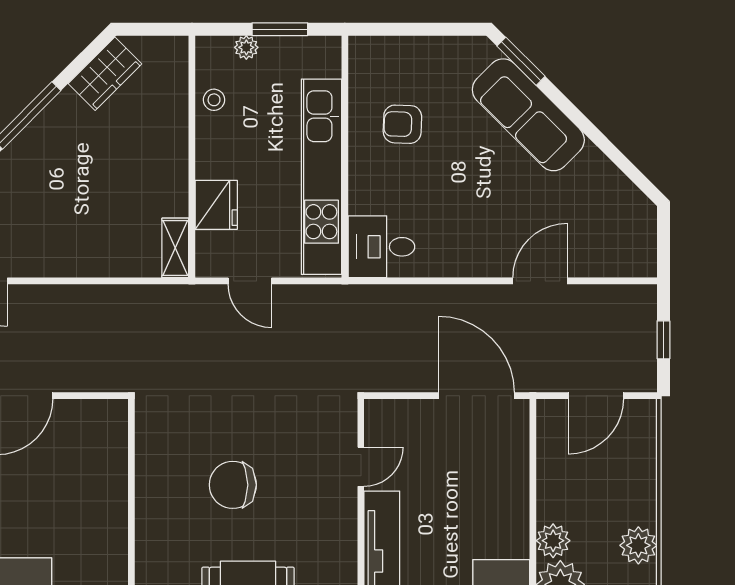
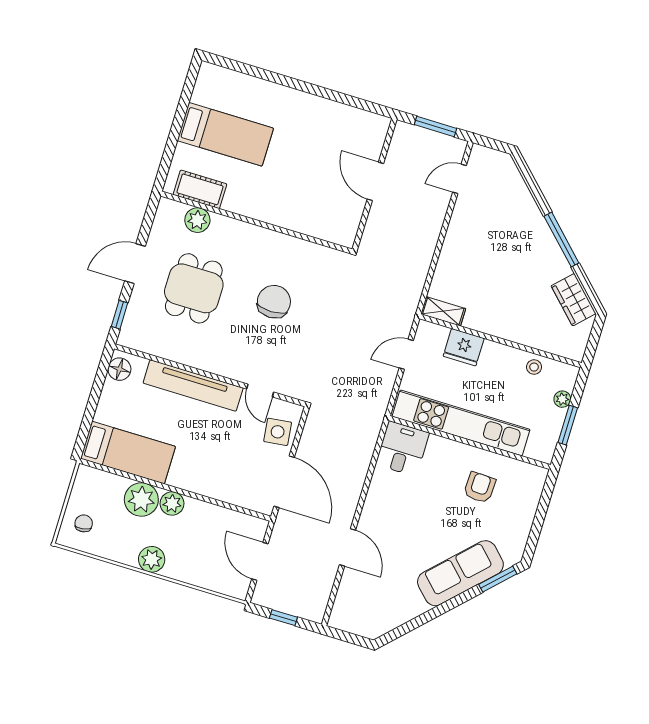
door: (476, 396) -> (284, 482), hinge flipped
side table: (410, 425) -> (278, 432), added

